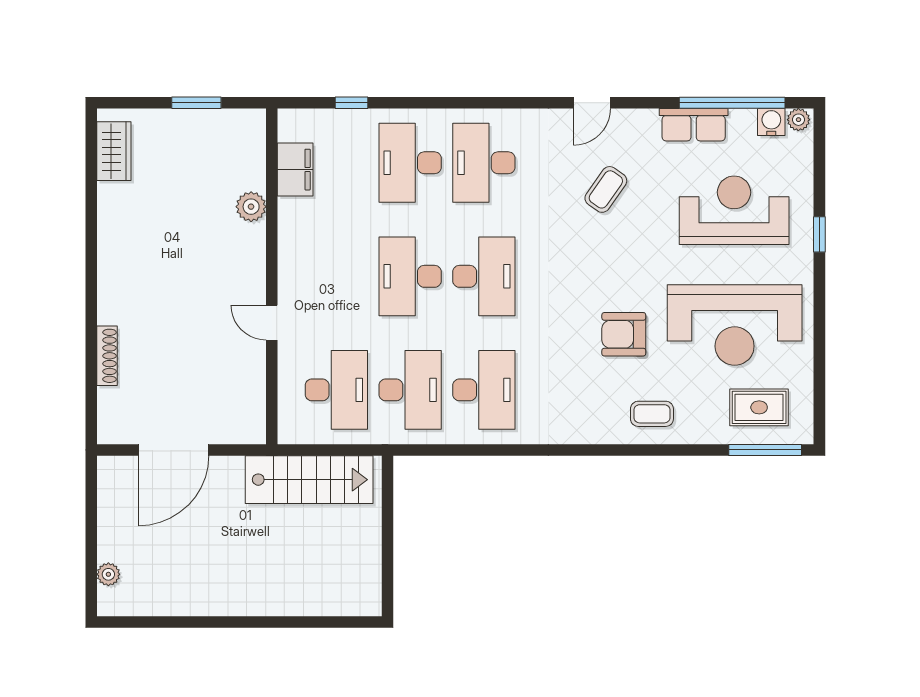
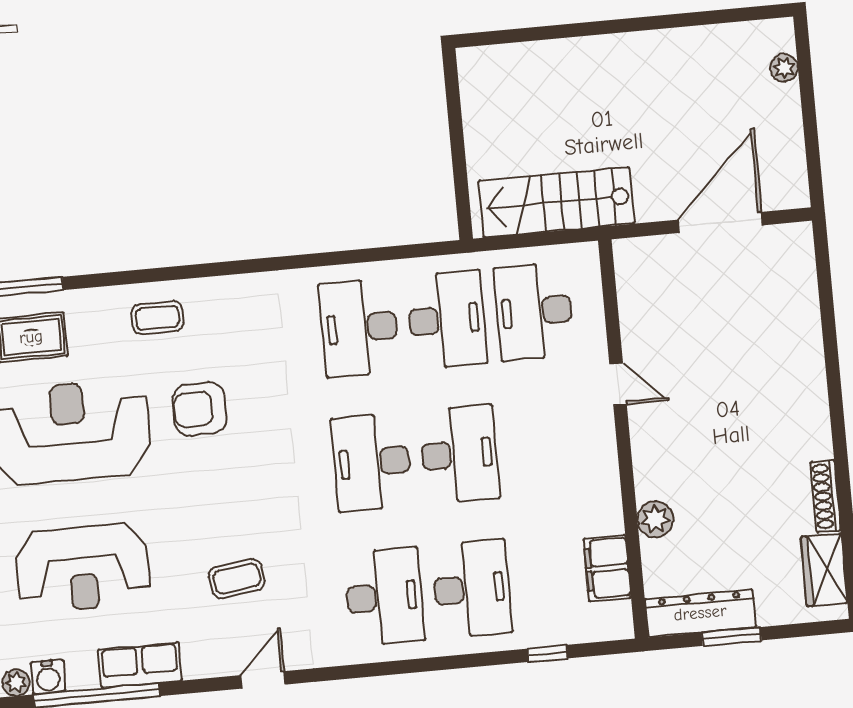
dresser: (221, 125) -> (700, 613), added
coffee table: (606, 189) -> (237, 579), turned 48
armchair: (624, 334) -> (200, 409), turned 180
shoe rack: (107, 356) -> (826, 496), moved
desk: (410, 390) -> (447, 320), turned 180

